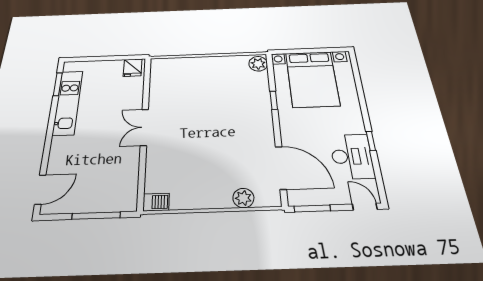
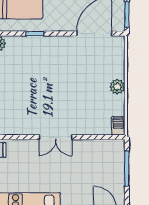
plant: (243, 198) -> (117, 87), moved

